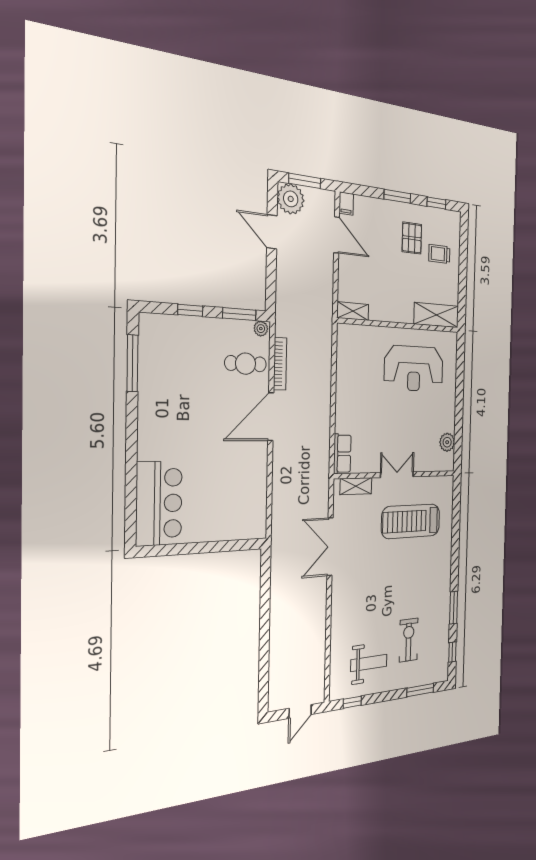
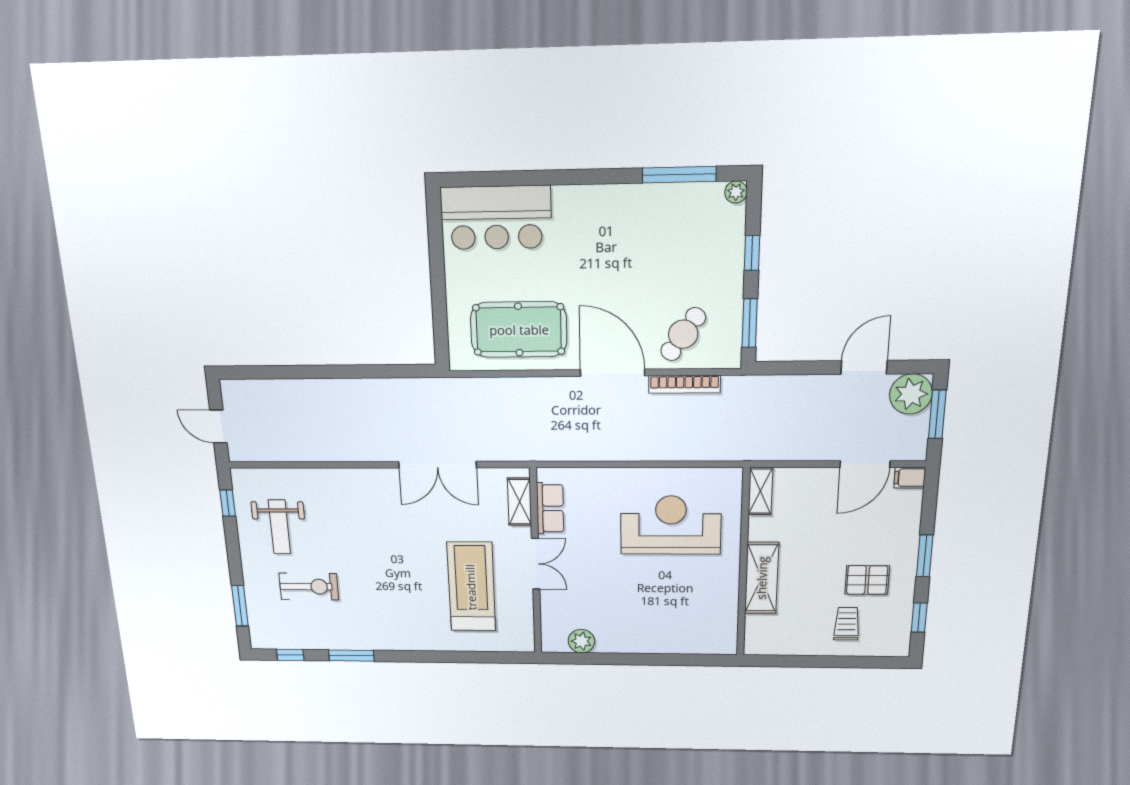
shelving: (436, 315) -> (762, 578), moved
plant: (261, 329) -> (736, 192), moved
cafe table: (246, 364) -> (683, 334), turned 35
reception desk: (414, 369) -> (671, 525), moved, turned 90
row of seats: (342, 454) -> (550, 508), moved, turned -90
pool table: (239, 486) -> (519, 330), added
double door: (330, 547) -> (437, 465), swing flipped

